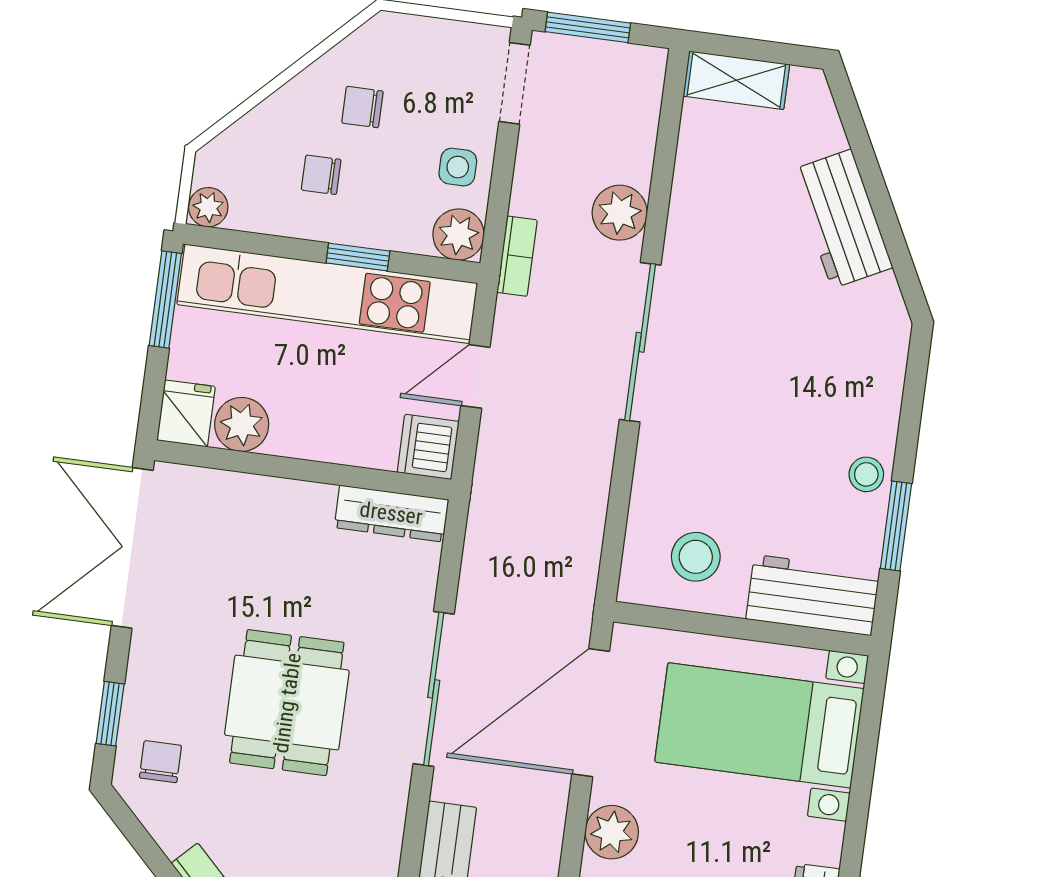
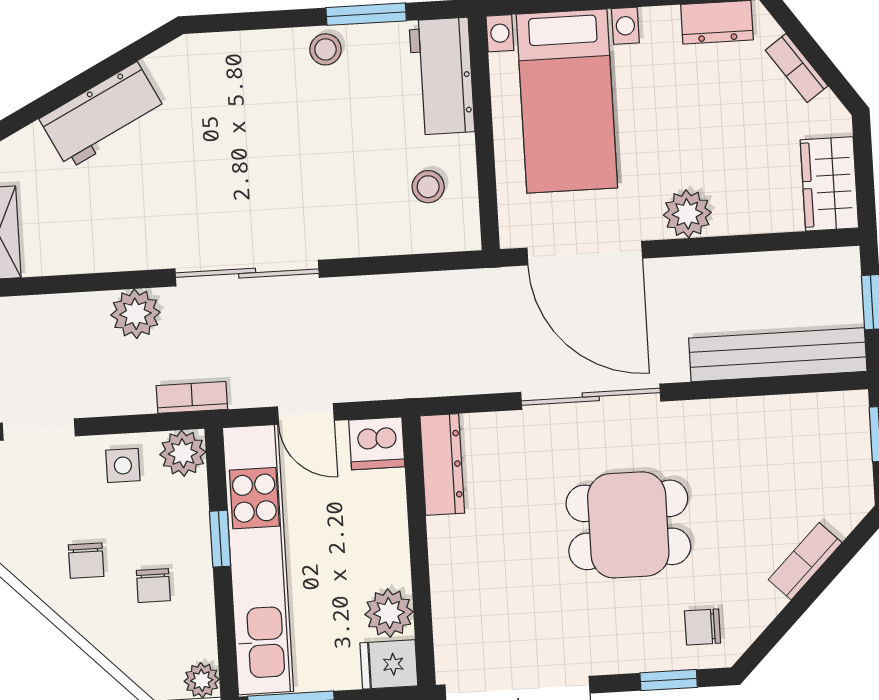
stool: (696, 557) -> (428, 187), width x0.73, depth x0.73

